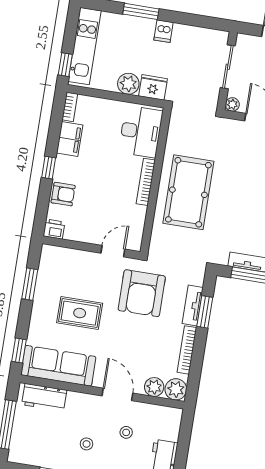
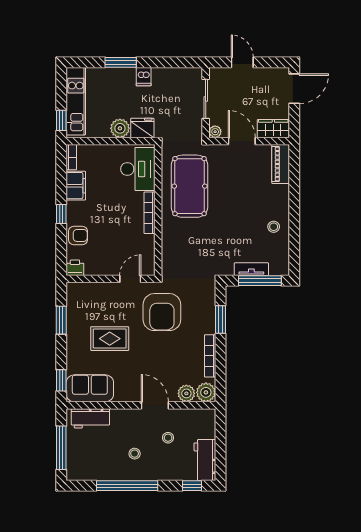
pool table: (188, 192) -> (190, 186), moved
tv unit: (193, 305) -> (209, 316), removed
sofa: (58, 366) -> (90, 388), width x0.73

